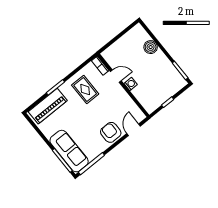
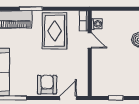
washing machine: (131, 84) -> (97, 24), moved
rug: (85, 90) -> (55, 31), width x1.36, depth x1.43

